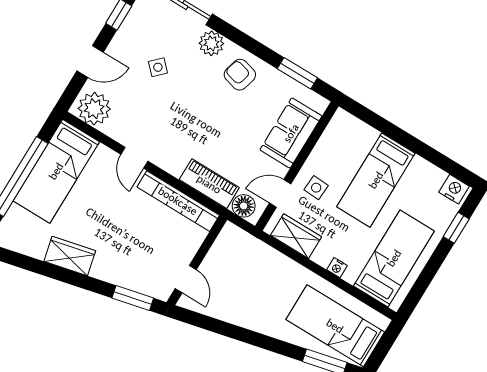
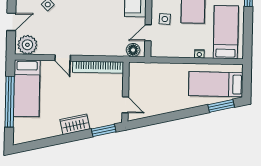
piano: (209, 184) -> (109, 49), removed
wardrobe: (296, 236) -> (169, 50), removed
wardrobe: (70, 256) -> (75, 124), moved

